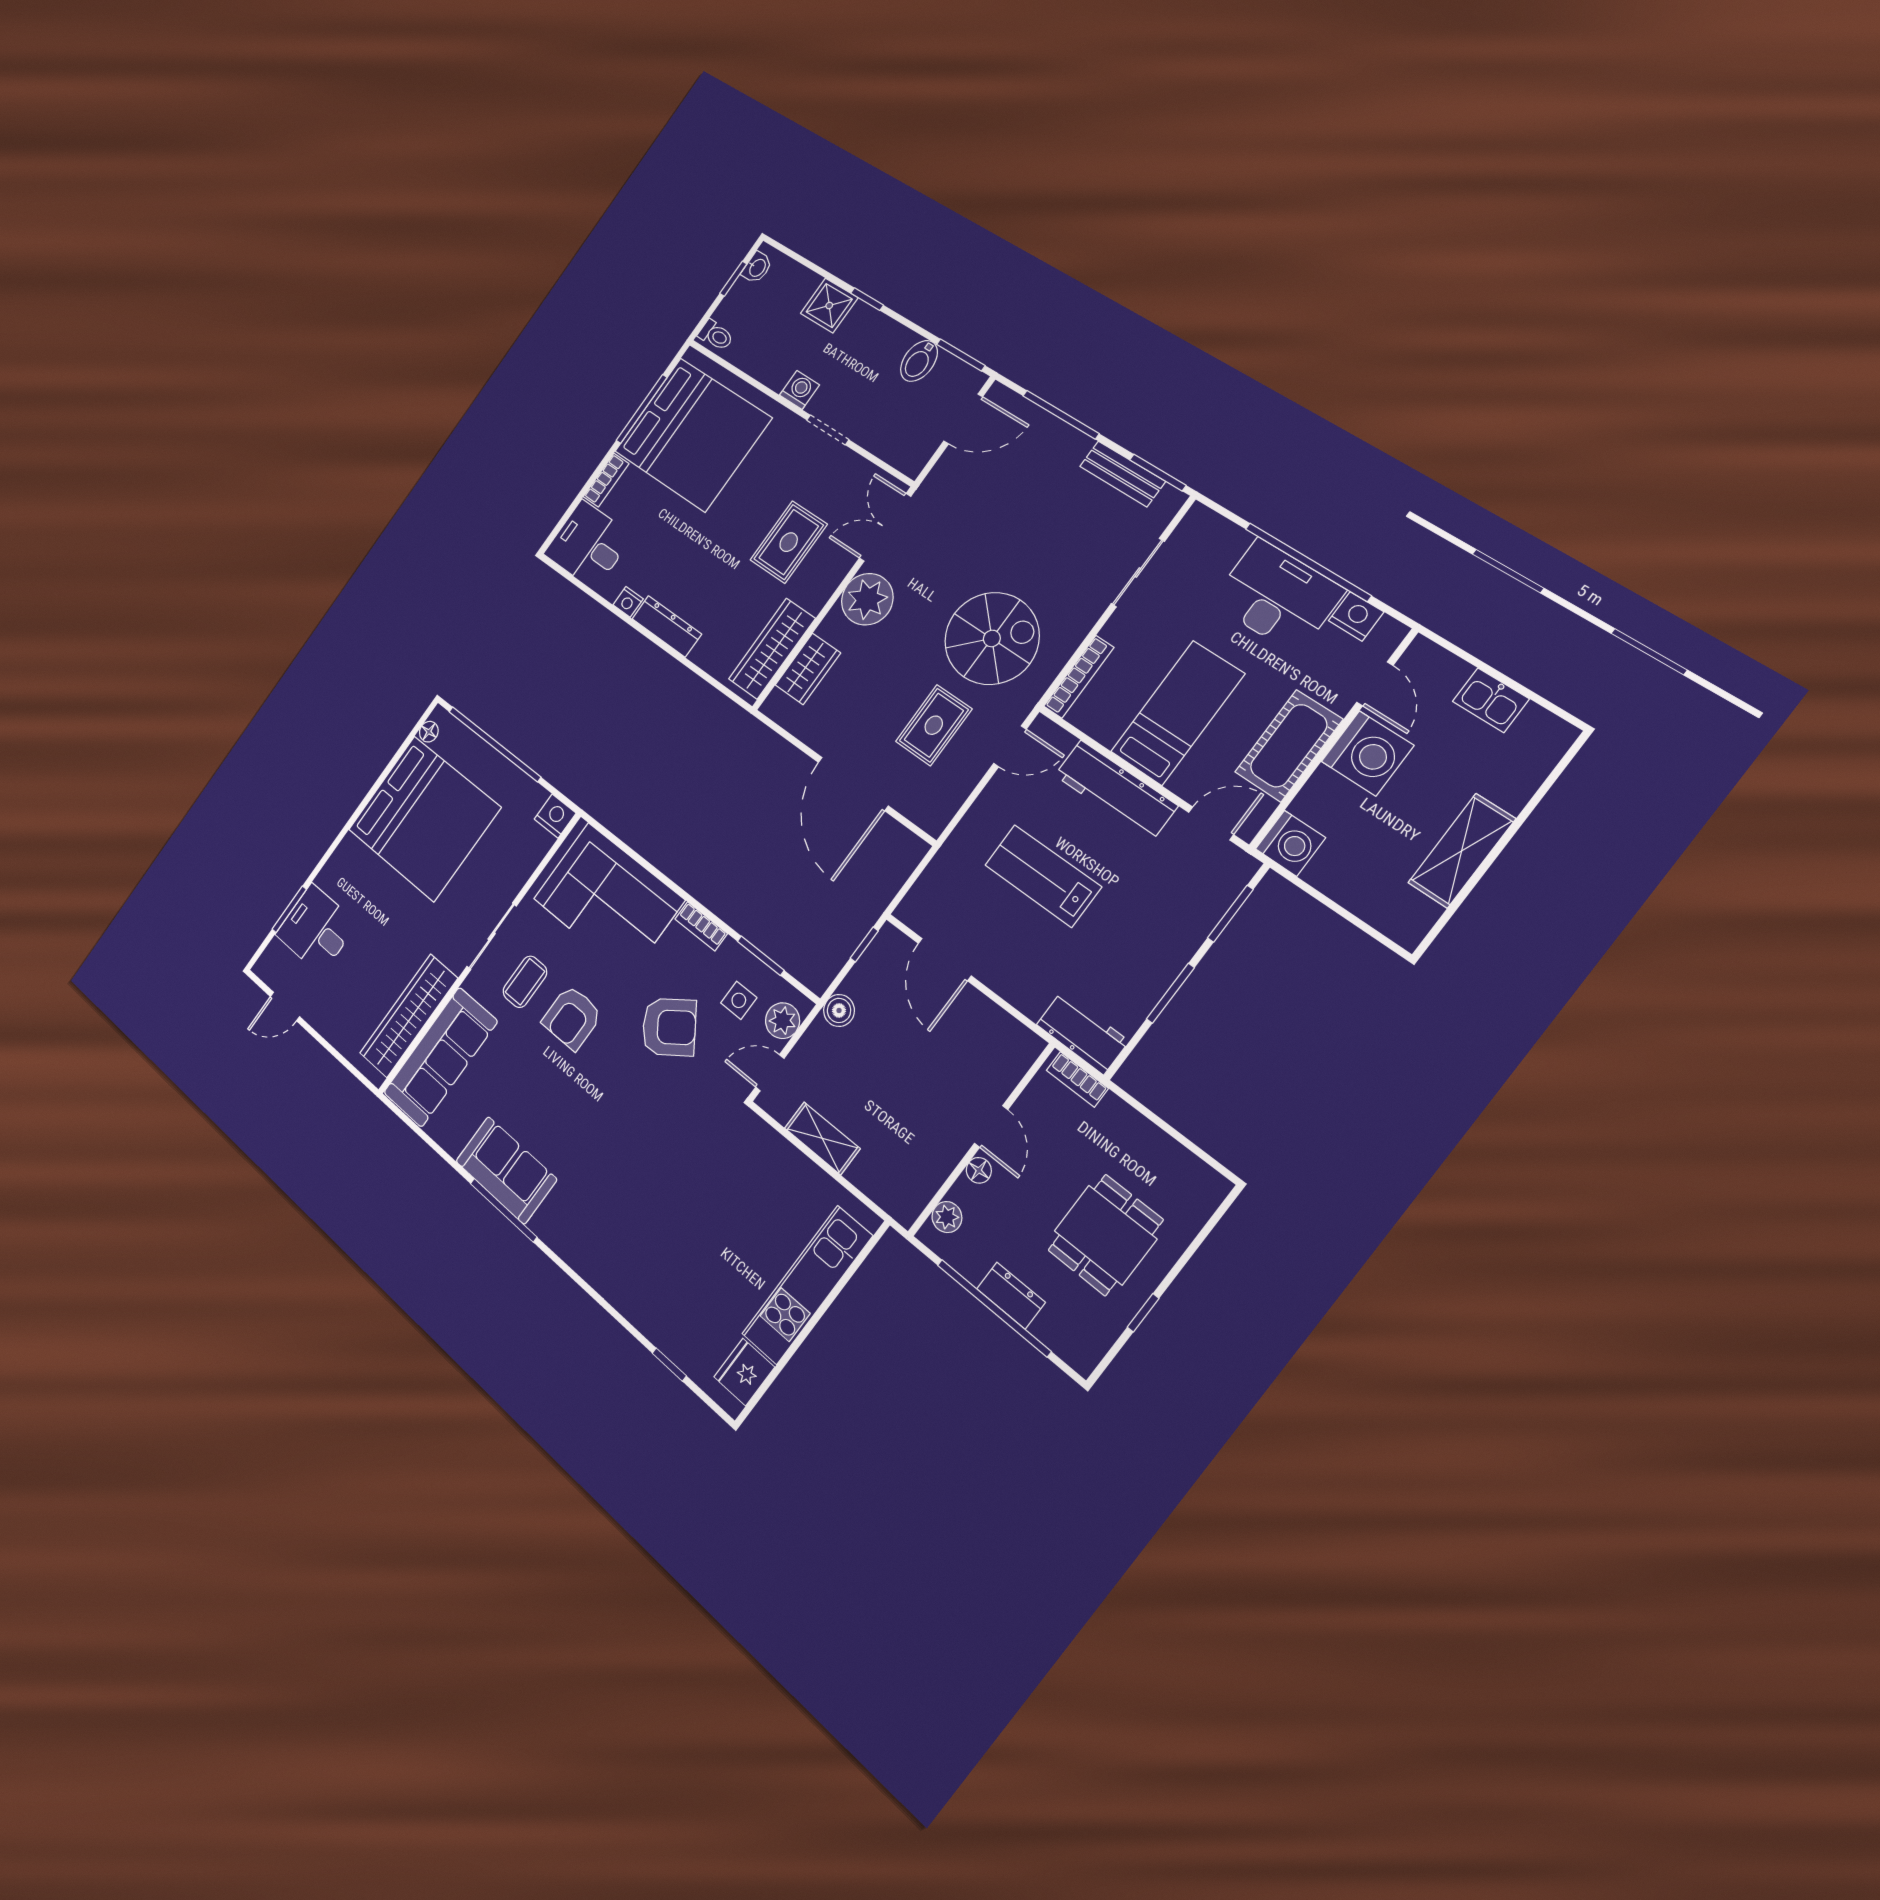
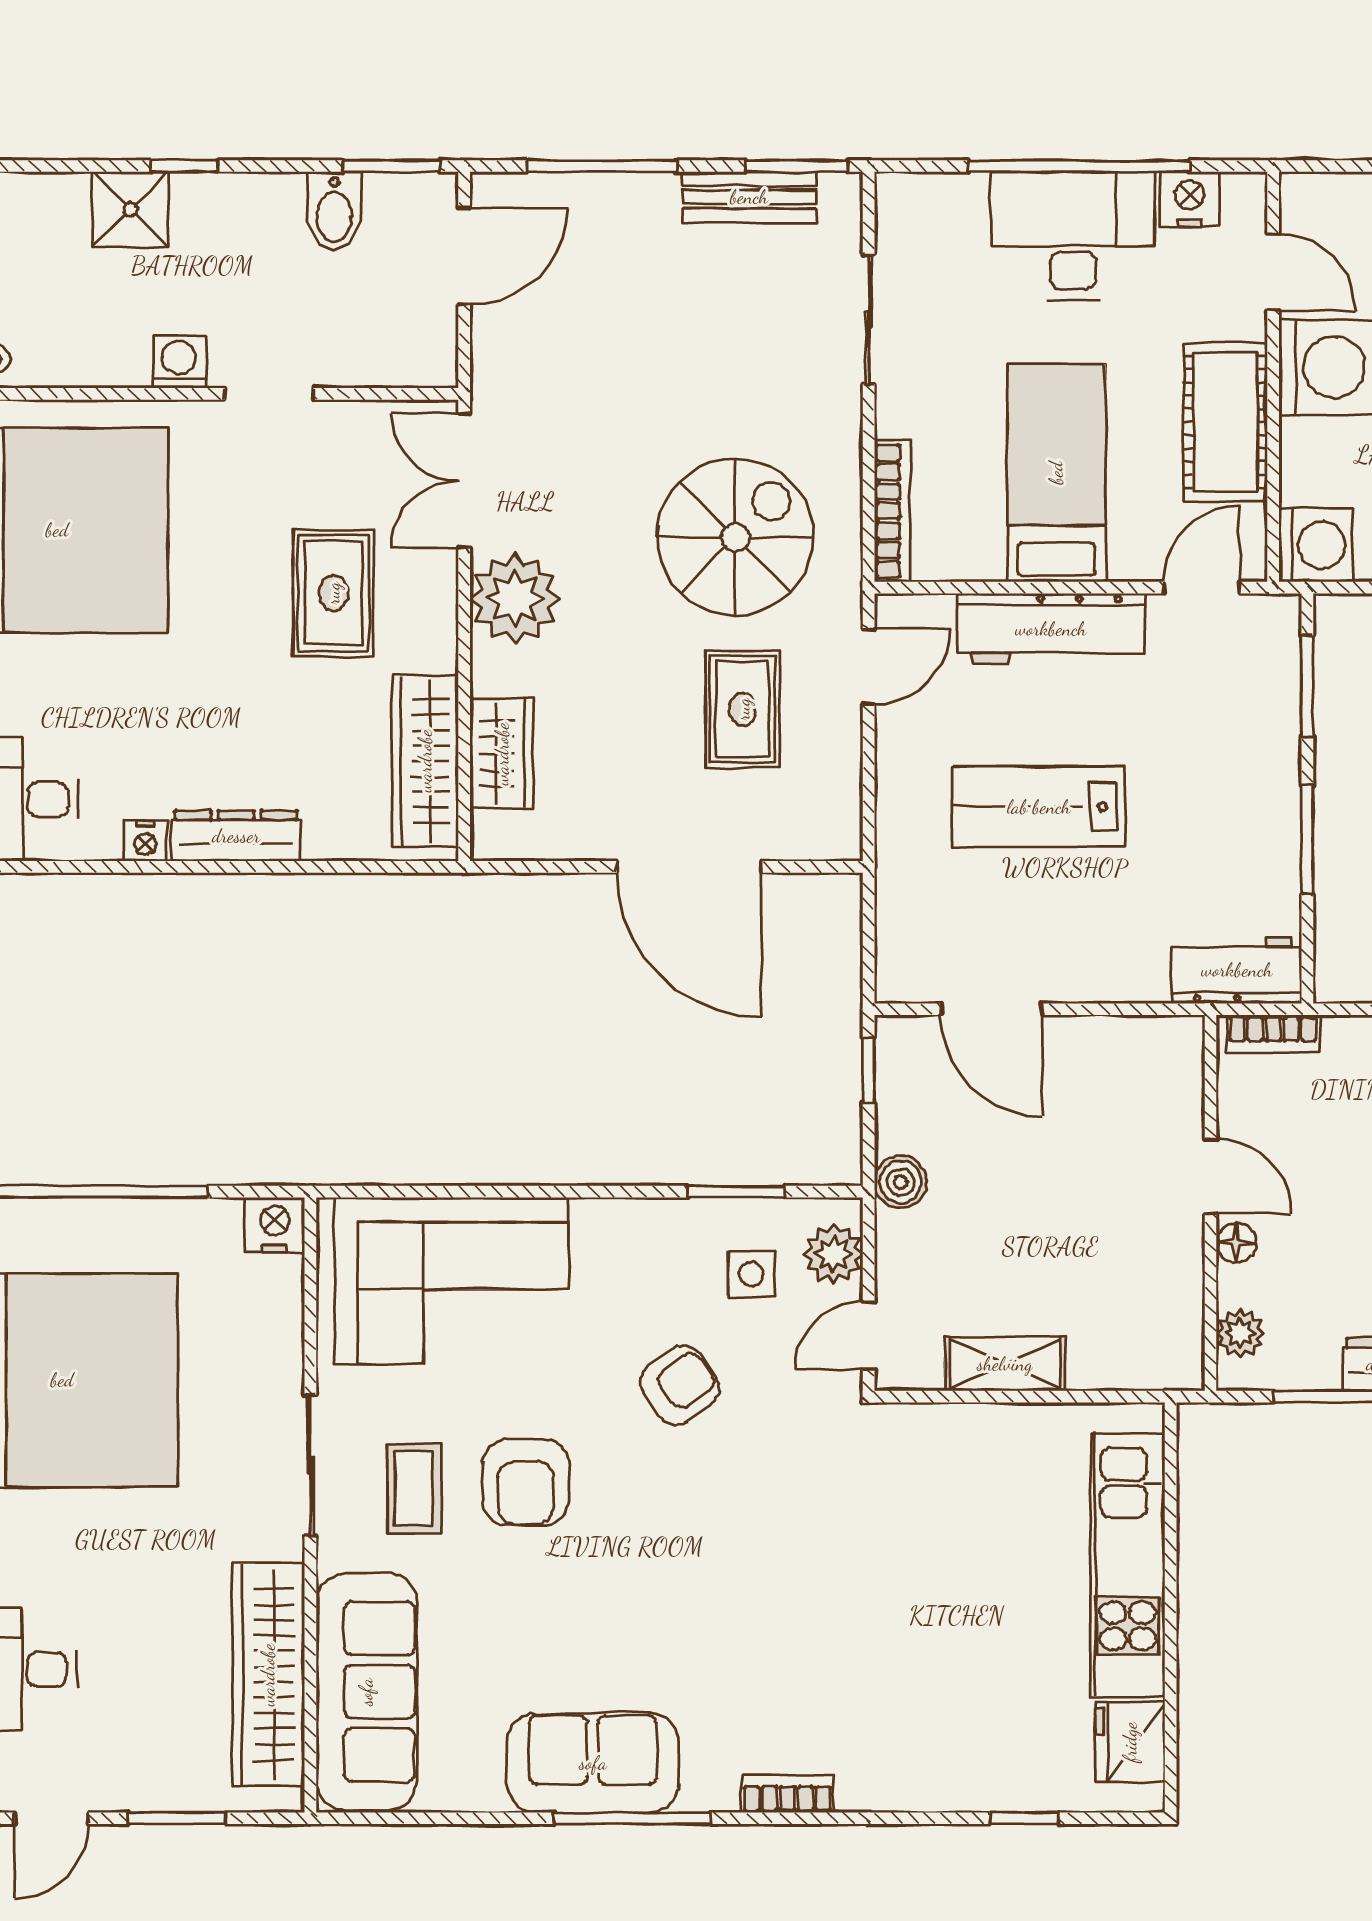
bookcase: (701, 926) -> (788, 1794), moved, turned 180
armchair: (669, 1027) -> (679, 1385), width x0.72, depth x0.72
window: (330, 1048) -> (177, 1818), added

